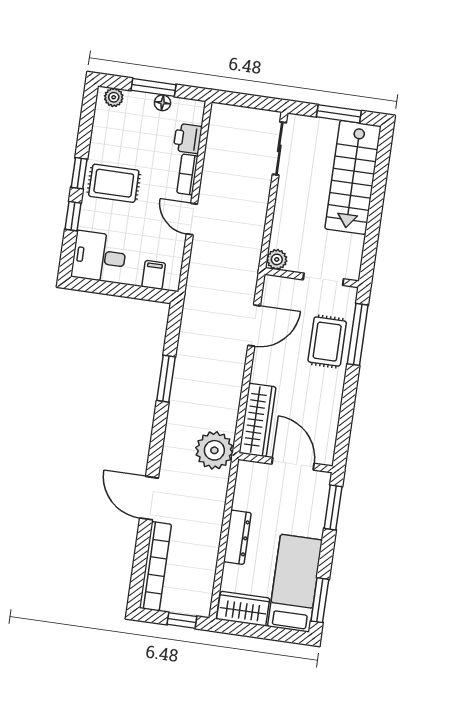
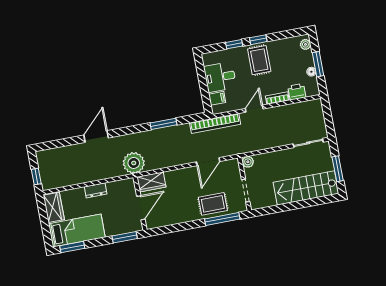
desk: (99, 257) -> (220, 77), moved, turned -90
door: (254, 326) -> (208, 162), hinge flipped
wardrobe: (257, 420) -> (151, 182), width x0.67
dresser: (237, 537) -> (96, 190), width x0.70
bookcase: (155, 566) -> (215, 123), moved

